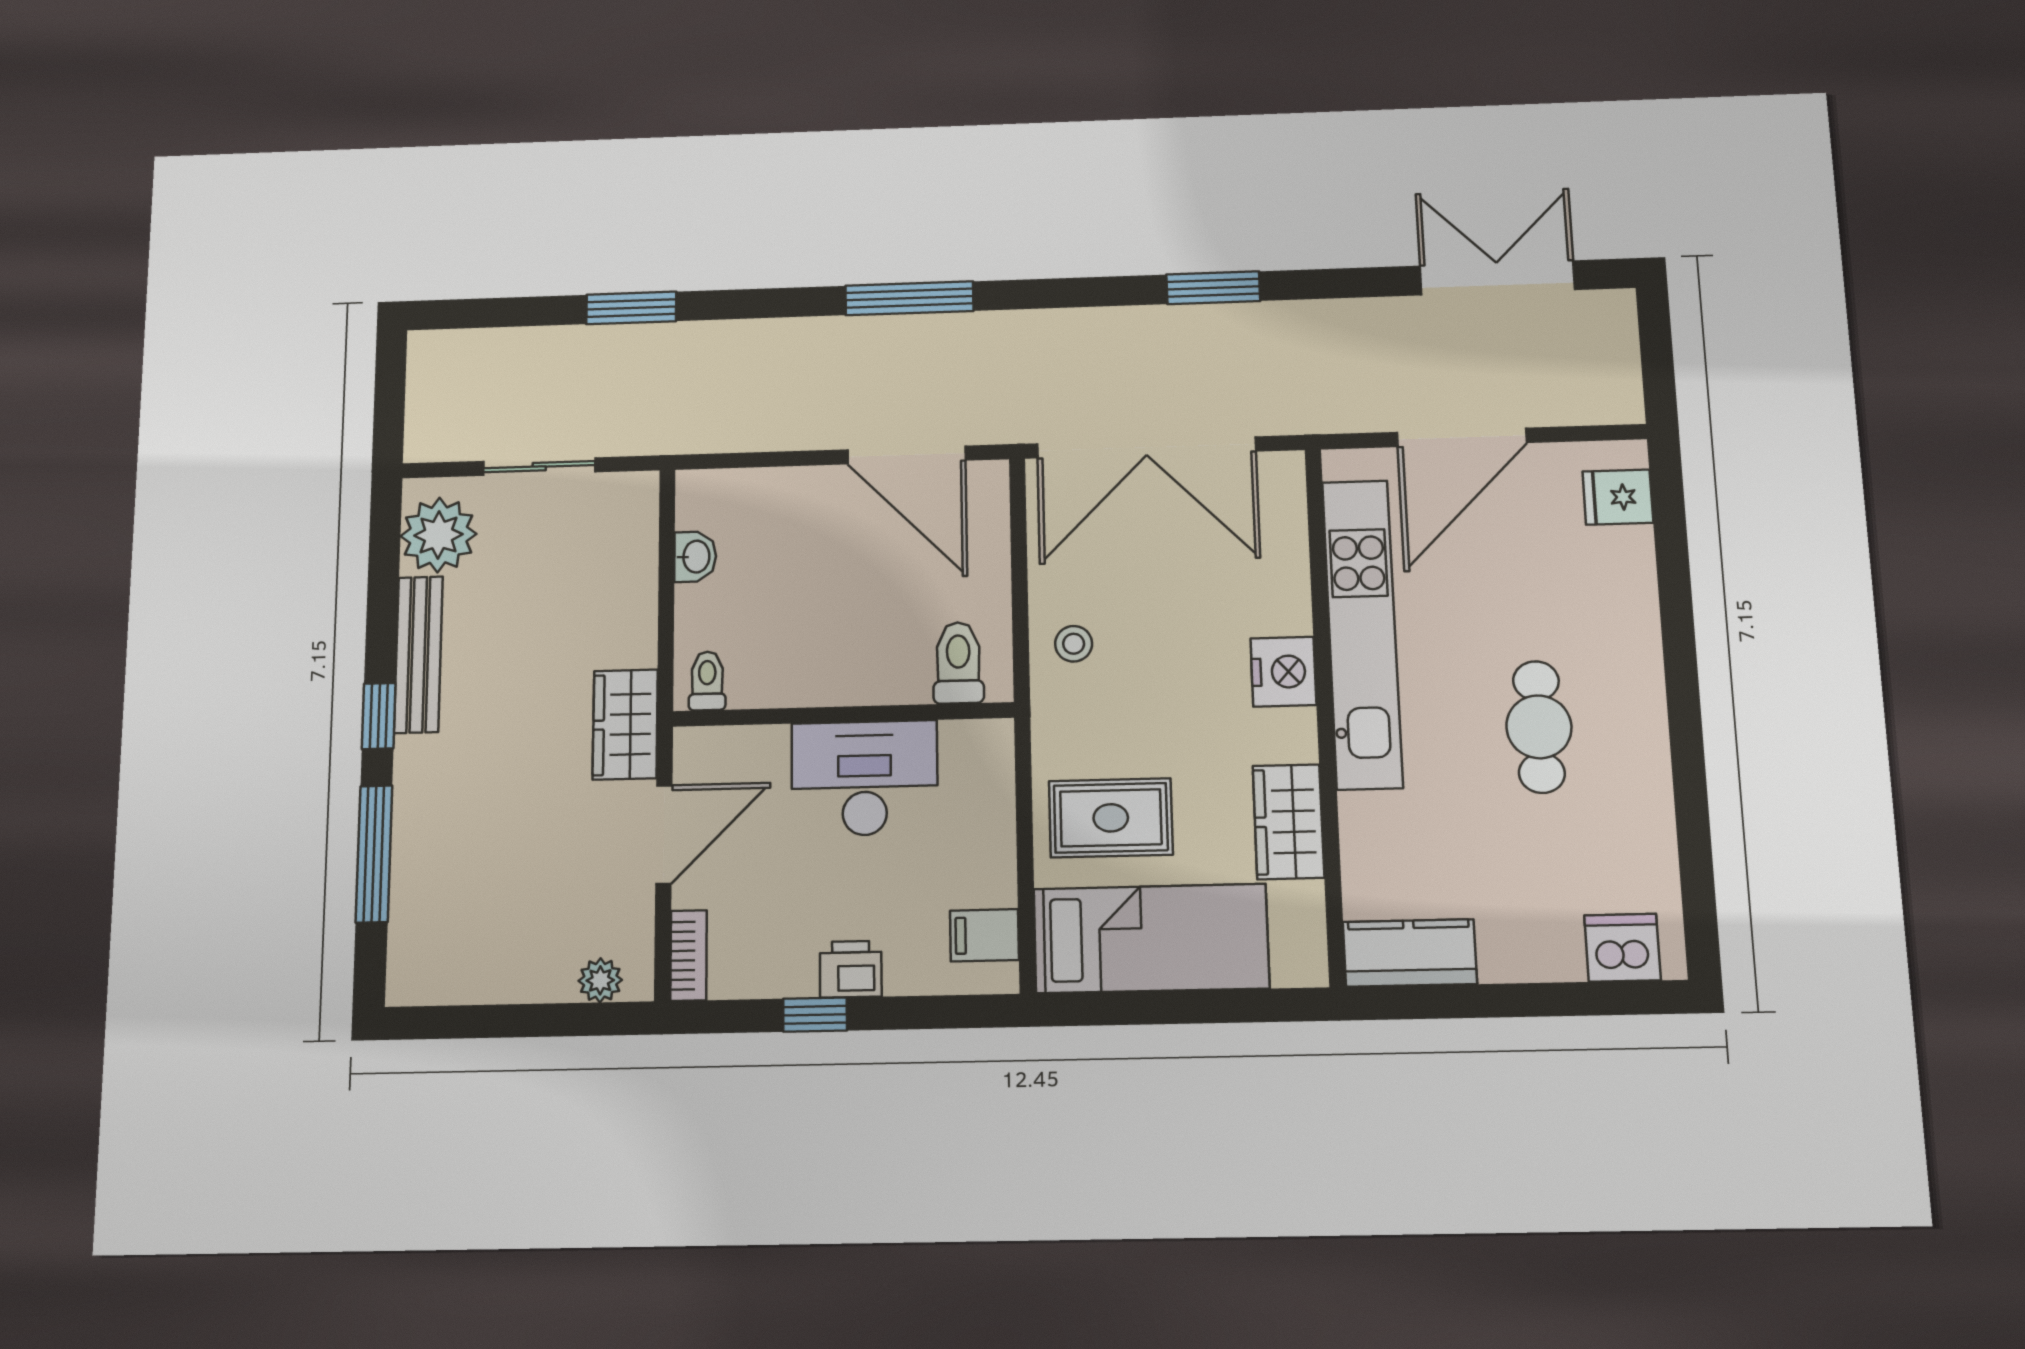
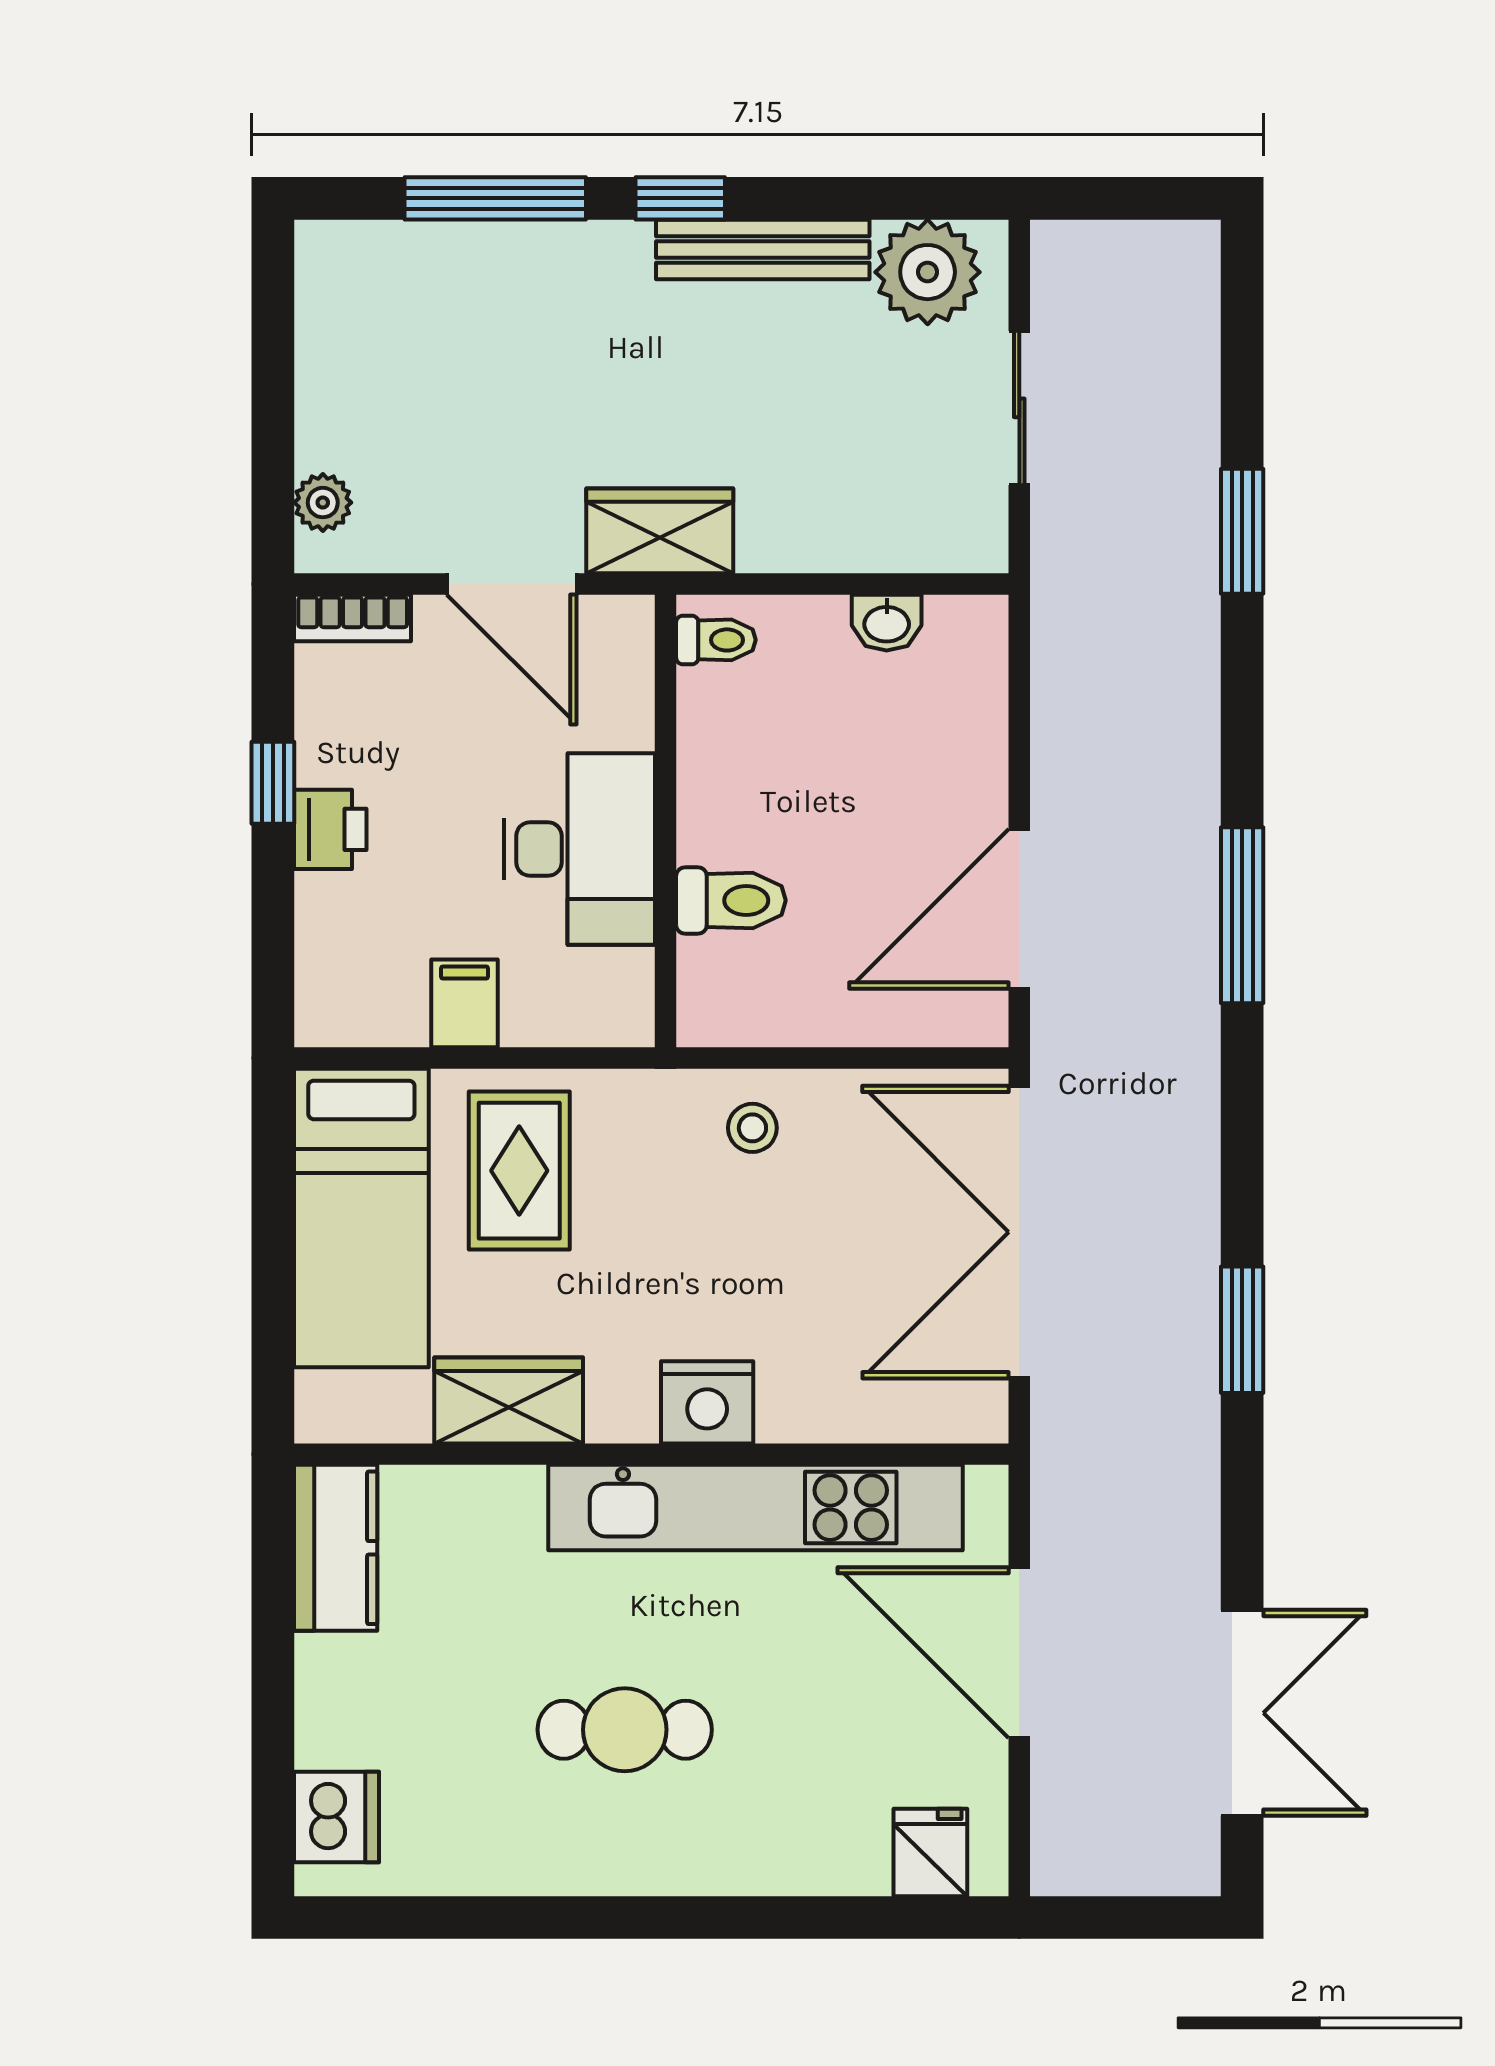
toilet: (958, 663) -> (731, 900), moved
filing cabinet: (984, 935) -> (465, 1003), moved

